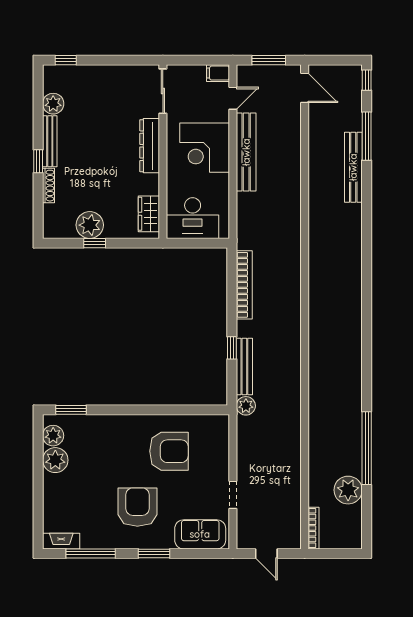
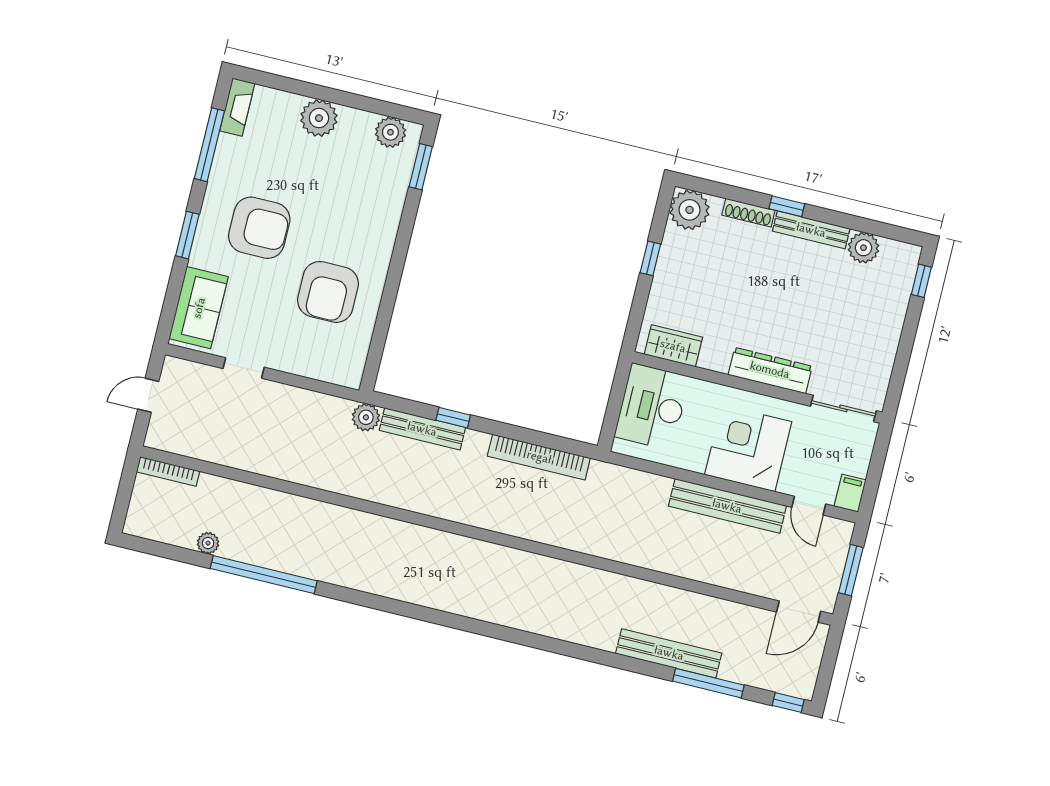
plant: (90, 225) -> (690, 210), moved
plant: (55, 460) -> (319, 118), moved
plant: (348, 490) -> (208, 543), width x0.53, depth x0.53

